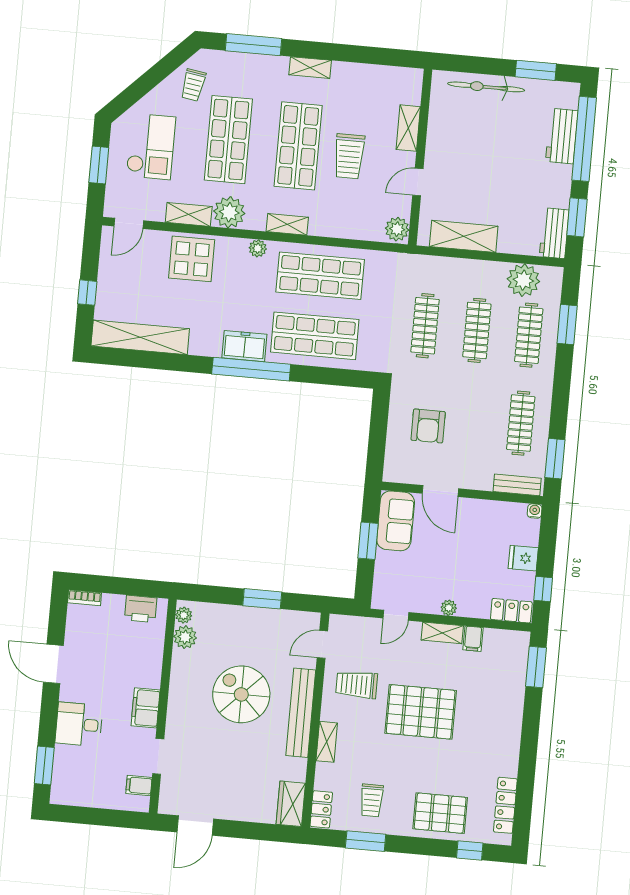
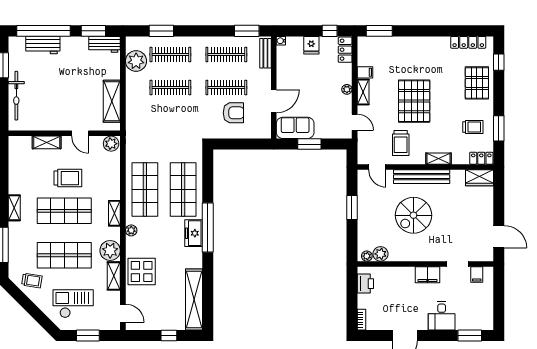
clothes rail: (425, 326) -> (226, 87), moved

